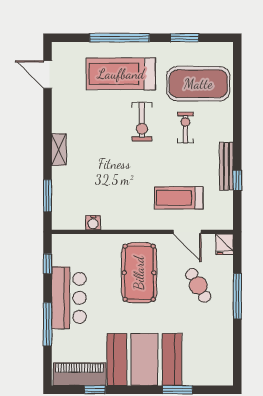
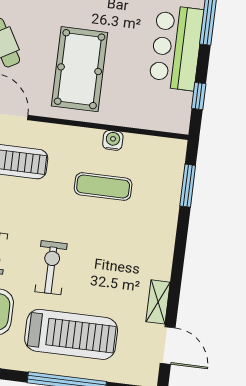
shelving: (59, 150) -> (158, 302), moved
exercise mat: (111, 187) -> (103, 187), added
water cooler: (93, 223) -> (113, 140), moved

